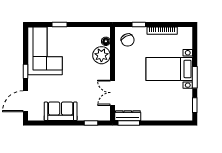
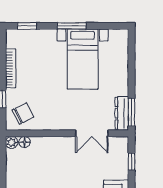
plant: (101, 55) -> (12, 142), moved, width x0.53, depth x0.53
bed with nightstands: (169, 69) -> (83, 59), moved
window: (195, 105) -> (27, 26), moved

